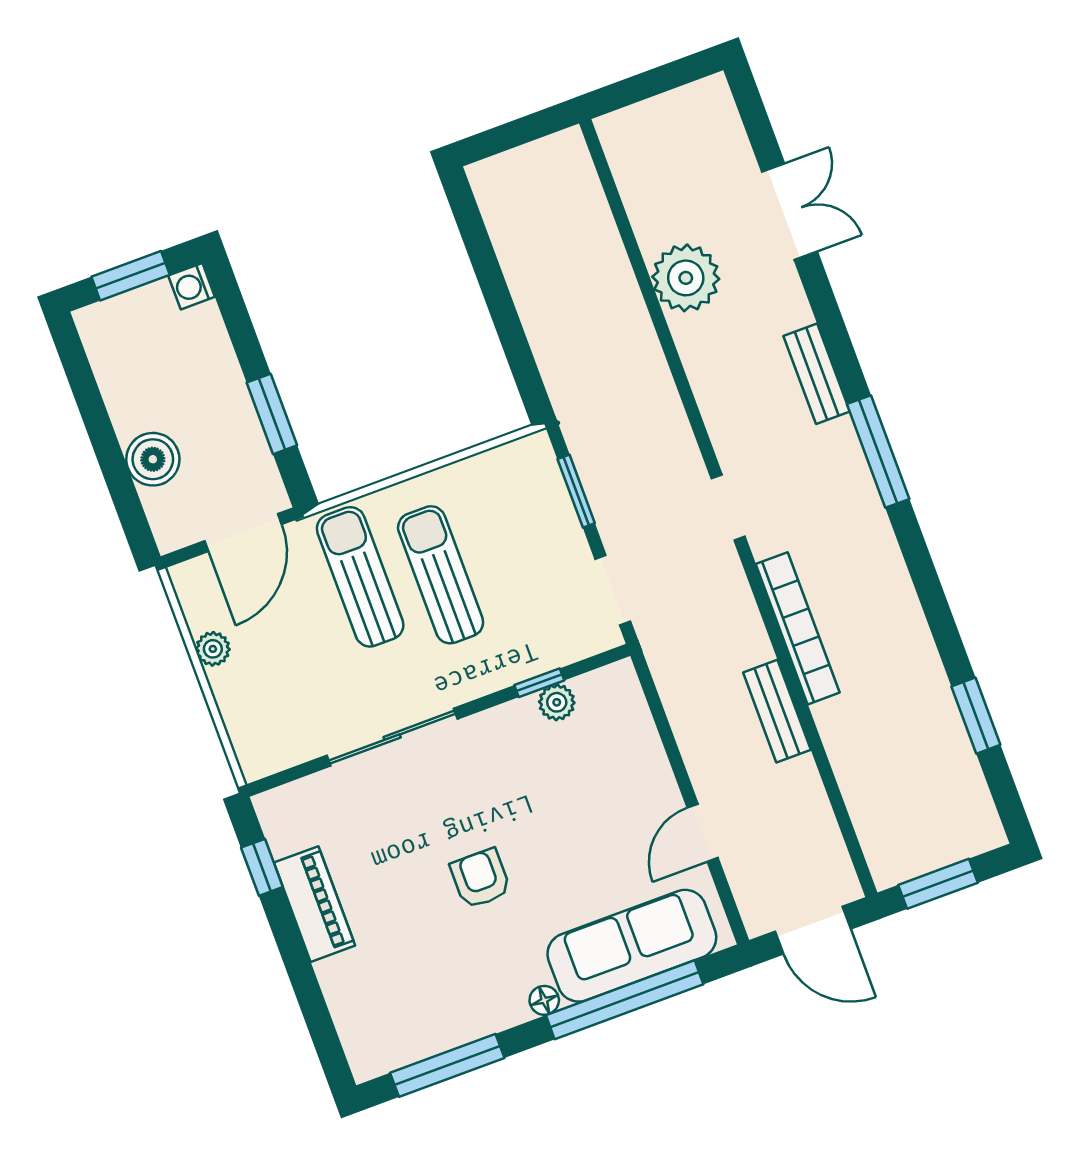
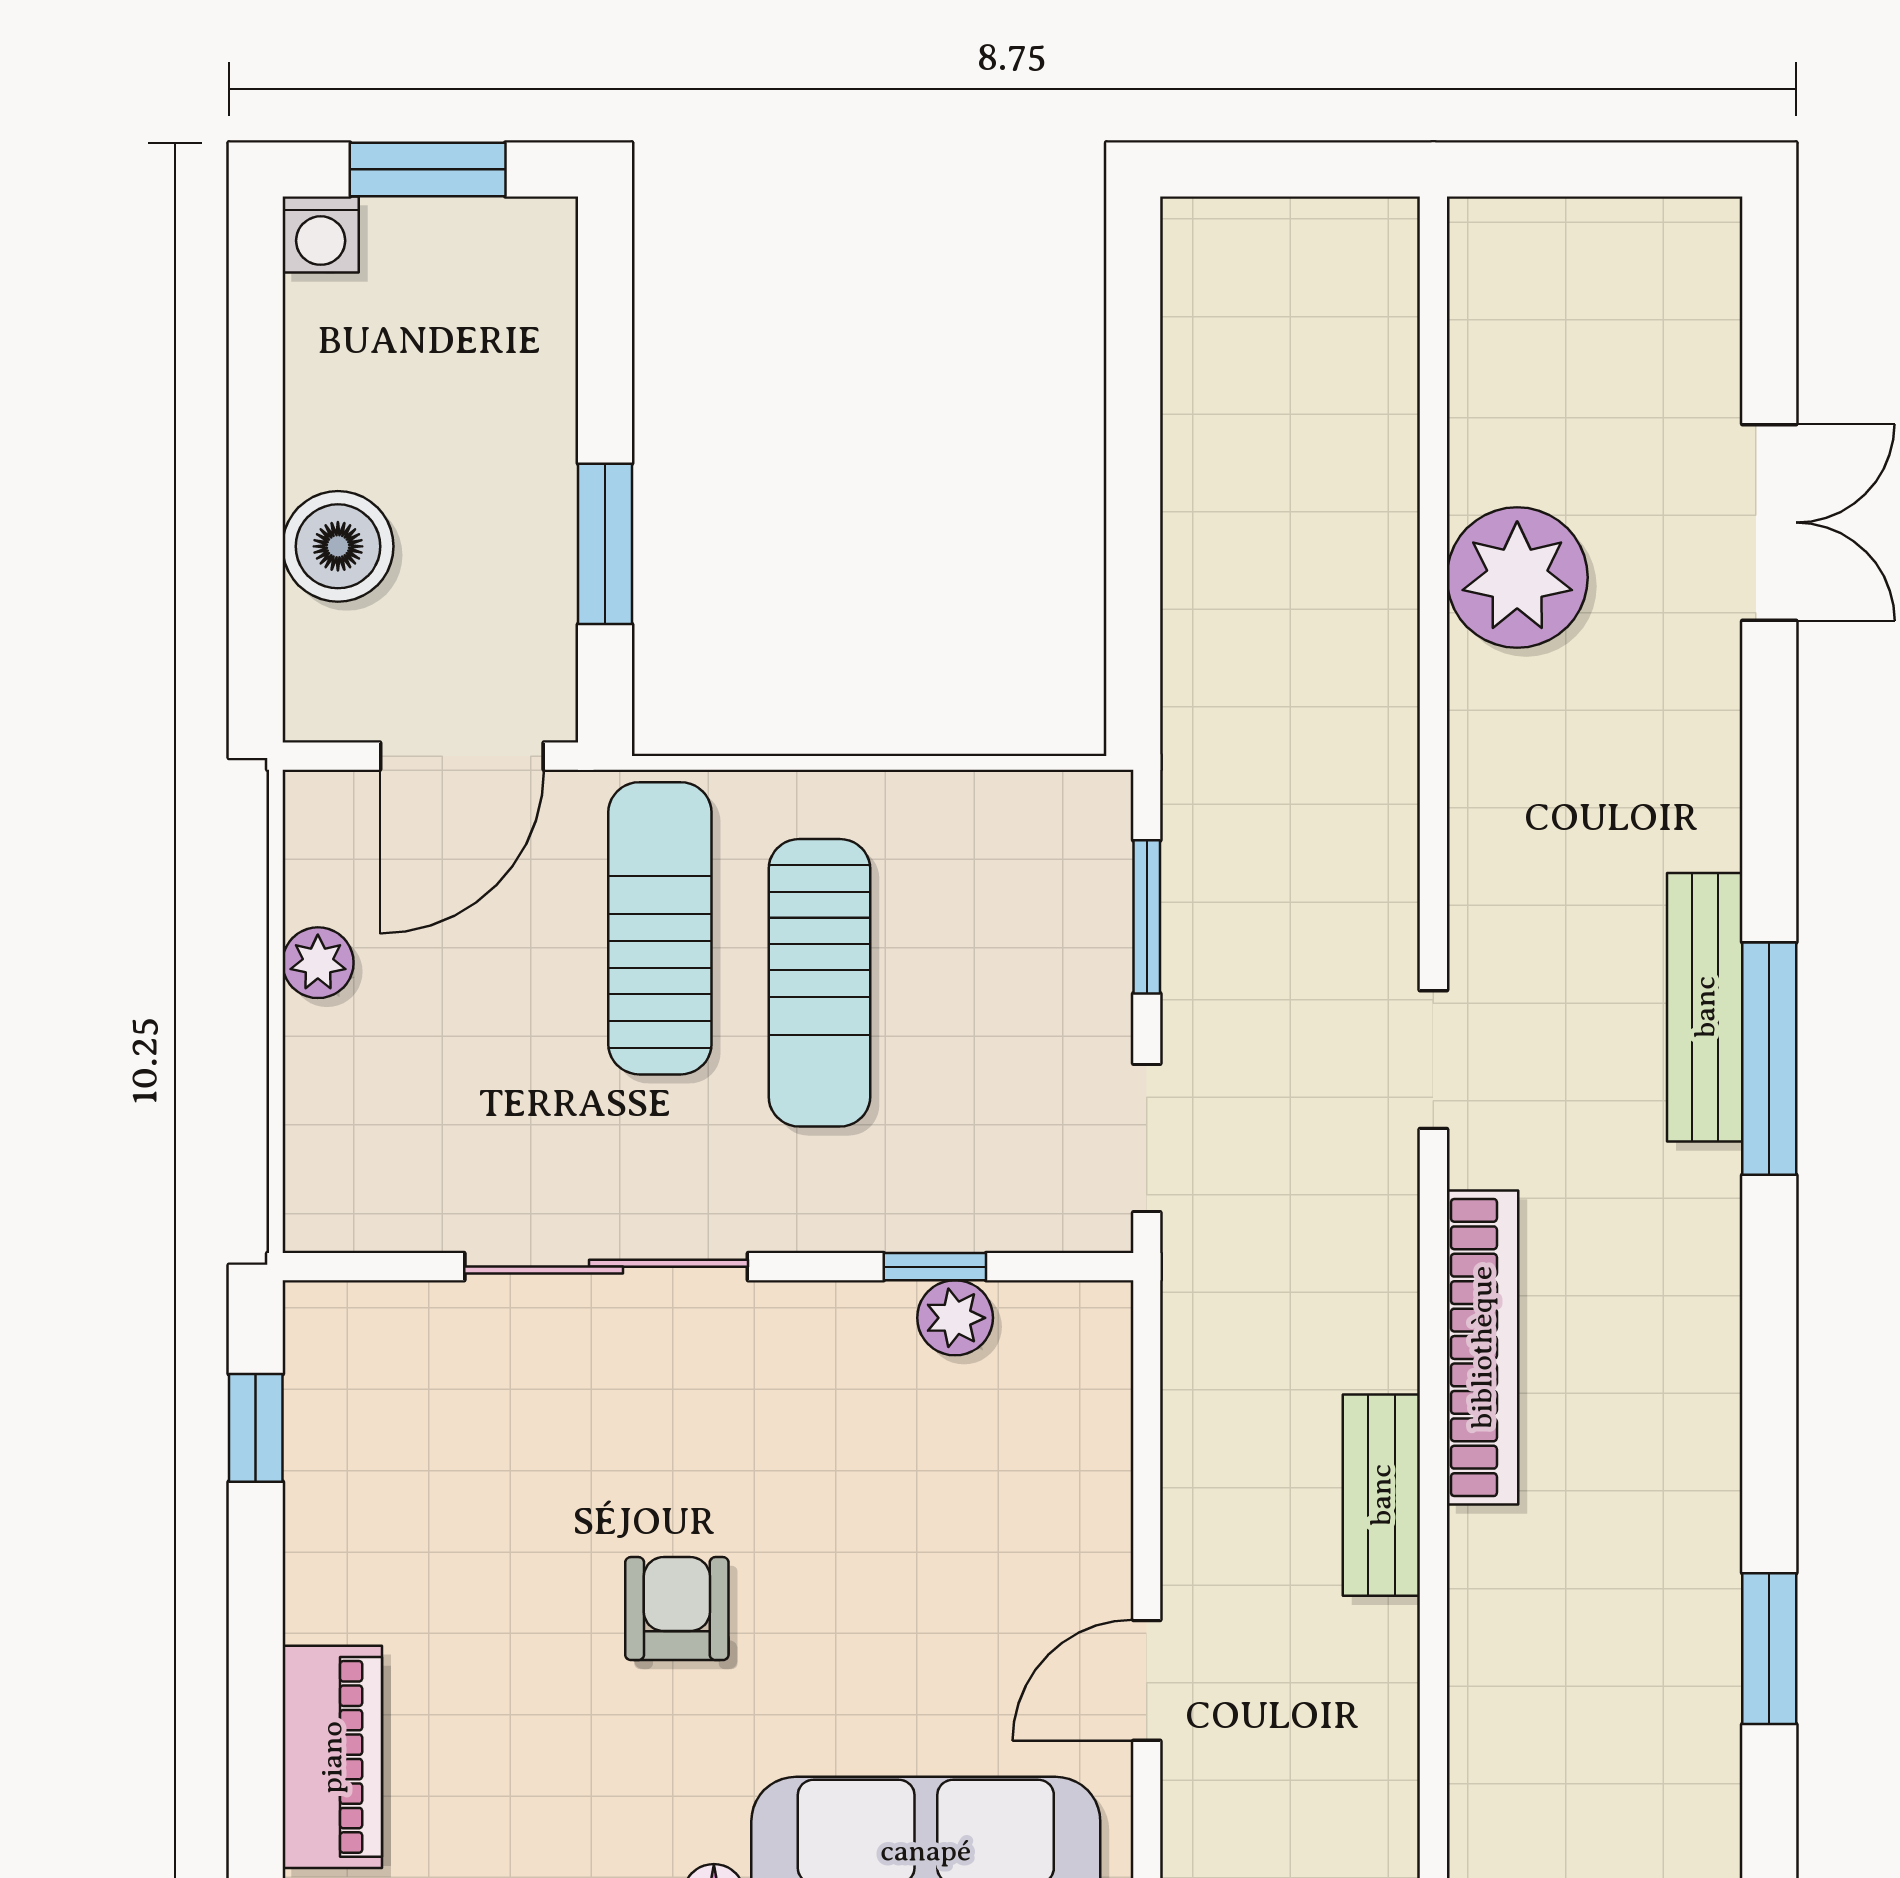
washing machine: (192, 286) -> (321, 234), moved, turned -90
bench: (817, 374) -> (1705, 1007), moved, width x1.36
sun lounger: (441, 575) -> (819, 983), turned 180
piano: (314, 904) -> (332, 1757), moved

